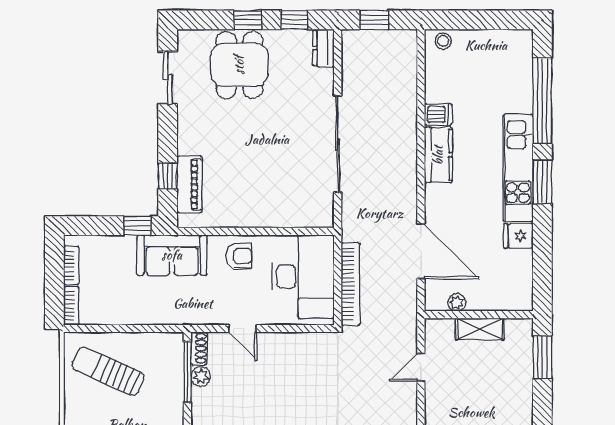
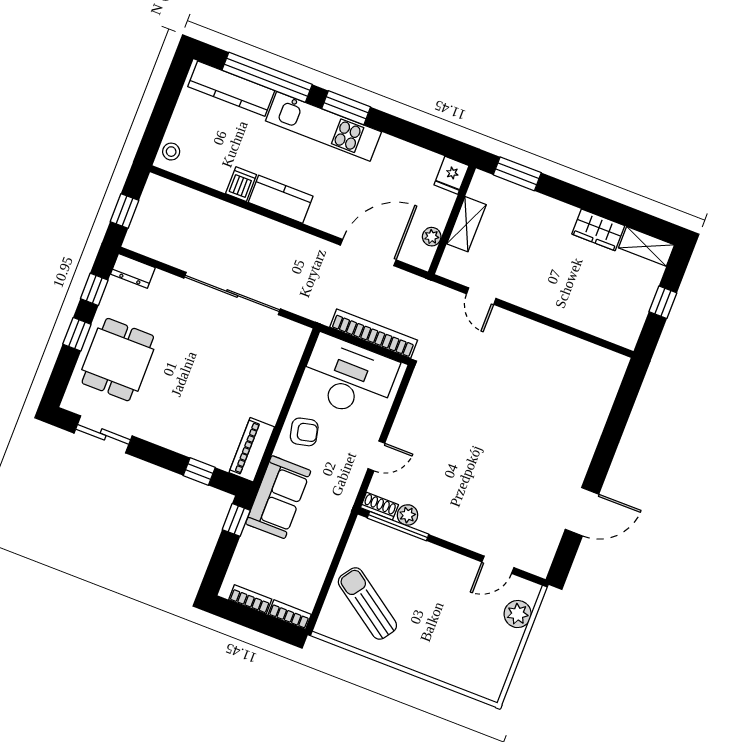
dining table: (239, 65) -> (118, 360), turned 90
kitchen counter: (520, 73) -> (231, 89), added
piano: (190, 185) -> (252, 450), moved, turned -90
fridge: (518, 236) -> (451, 175), moved
armchair: (239, 256) -> (304, 432), turned 77
sun lounger: (108, 371) -> (367, 603), turned 101

